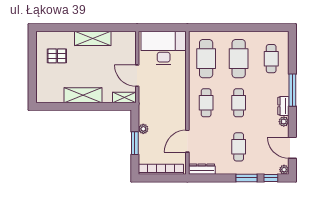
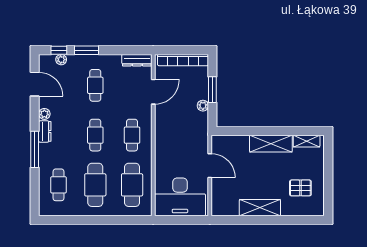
shelving: (124, 97) -> (307, 141), moved
plant: (284, 170) -> (61, 60), moved

